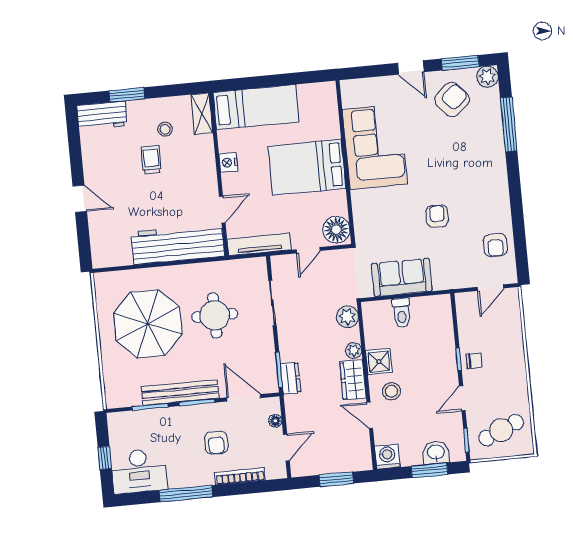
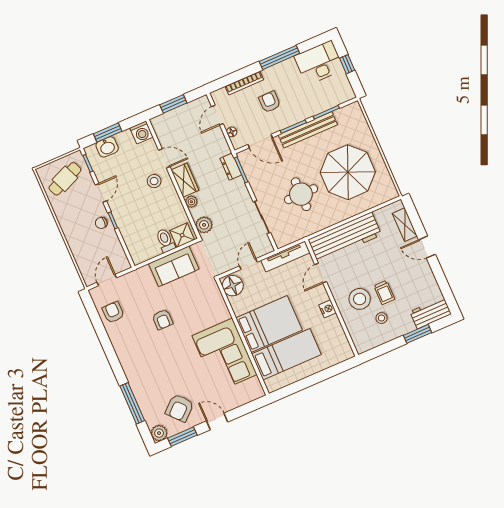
bed: (256, 107) -> (286, 354), moved, turned 180
shelving: (202, 114) -> (405, 225), moved
stool: (184, 162) -> (360, 299), added
shower: (379, 362) -> (182, 235), moved

